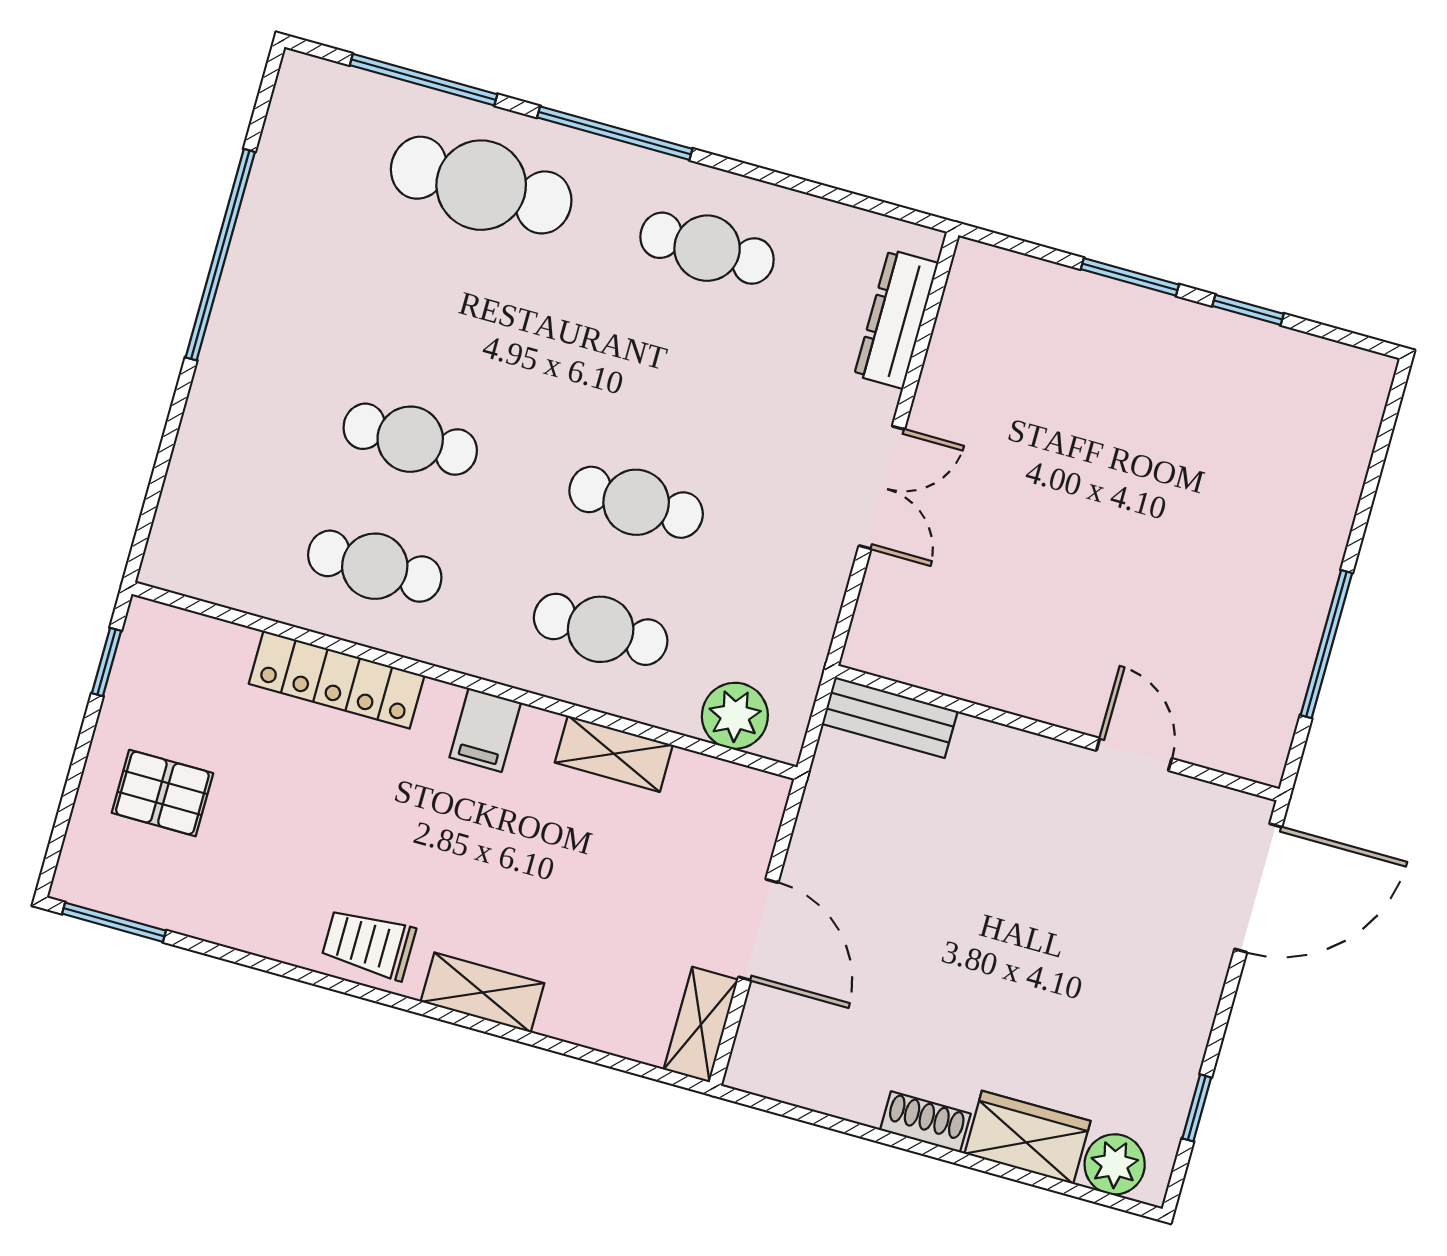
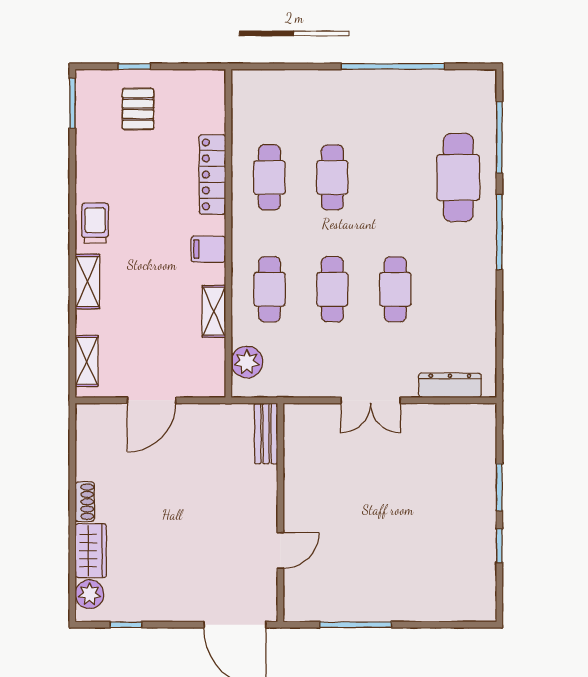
cafe table: (707, 248) -> (395, 289), moved
window: (107, 662) -> (134, 66), moved
shelving: (701, 1025) -> (87, 361), moved, turned 90

